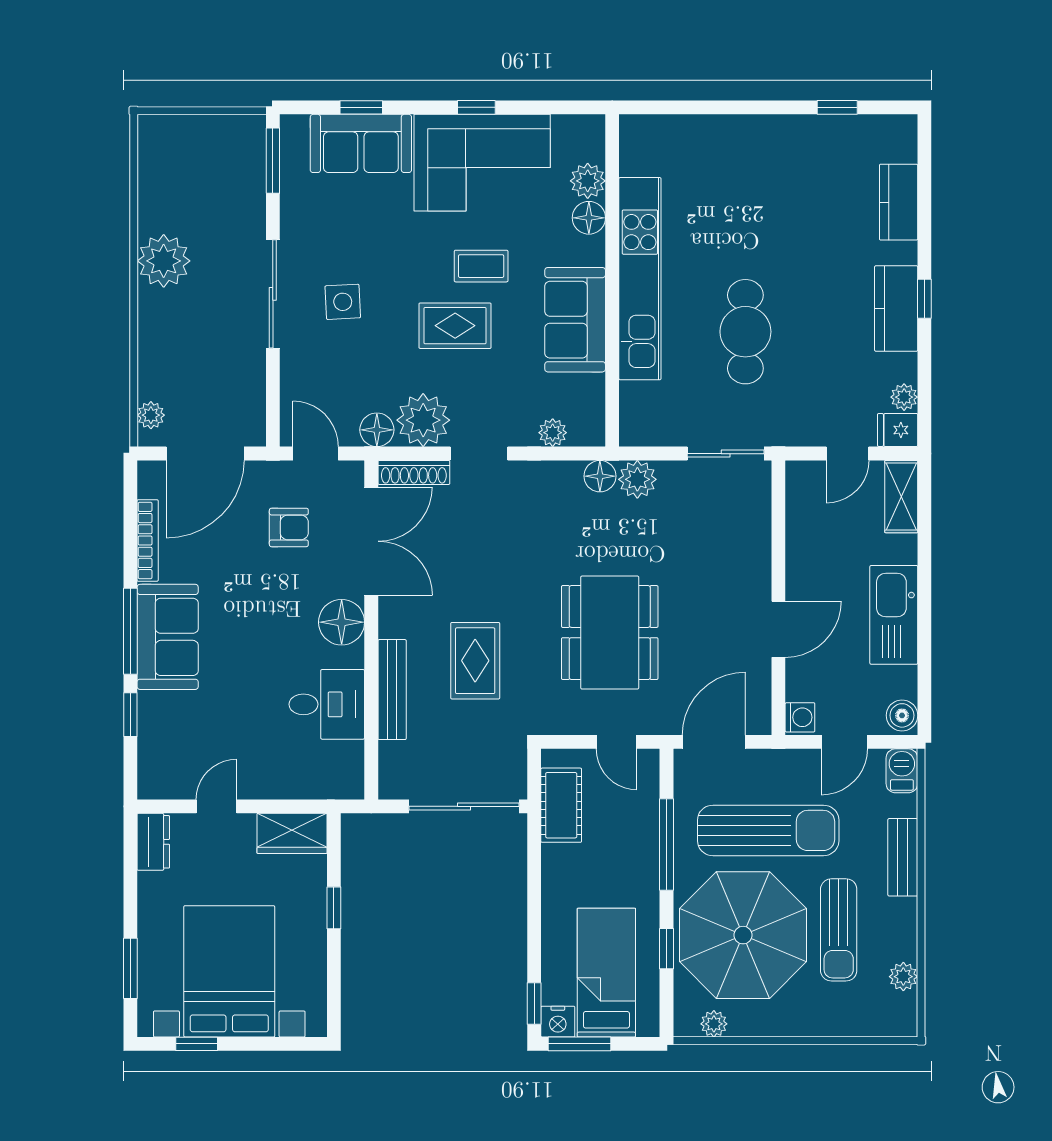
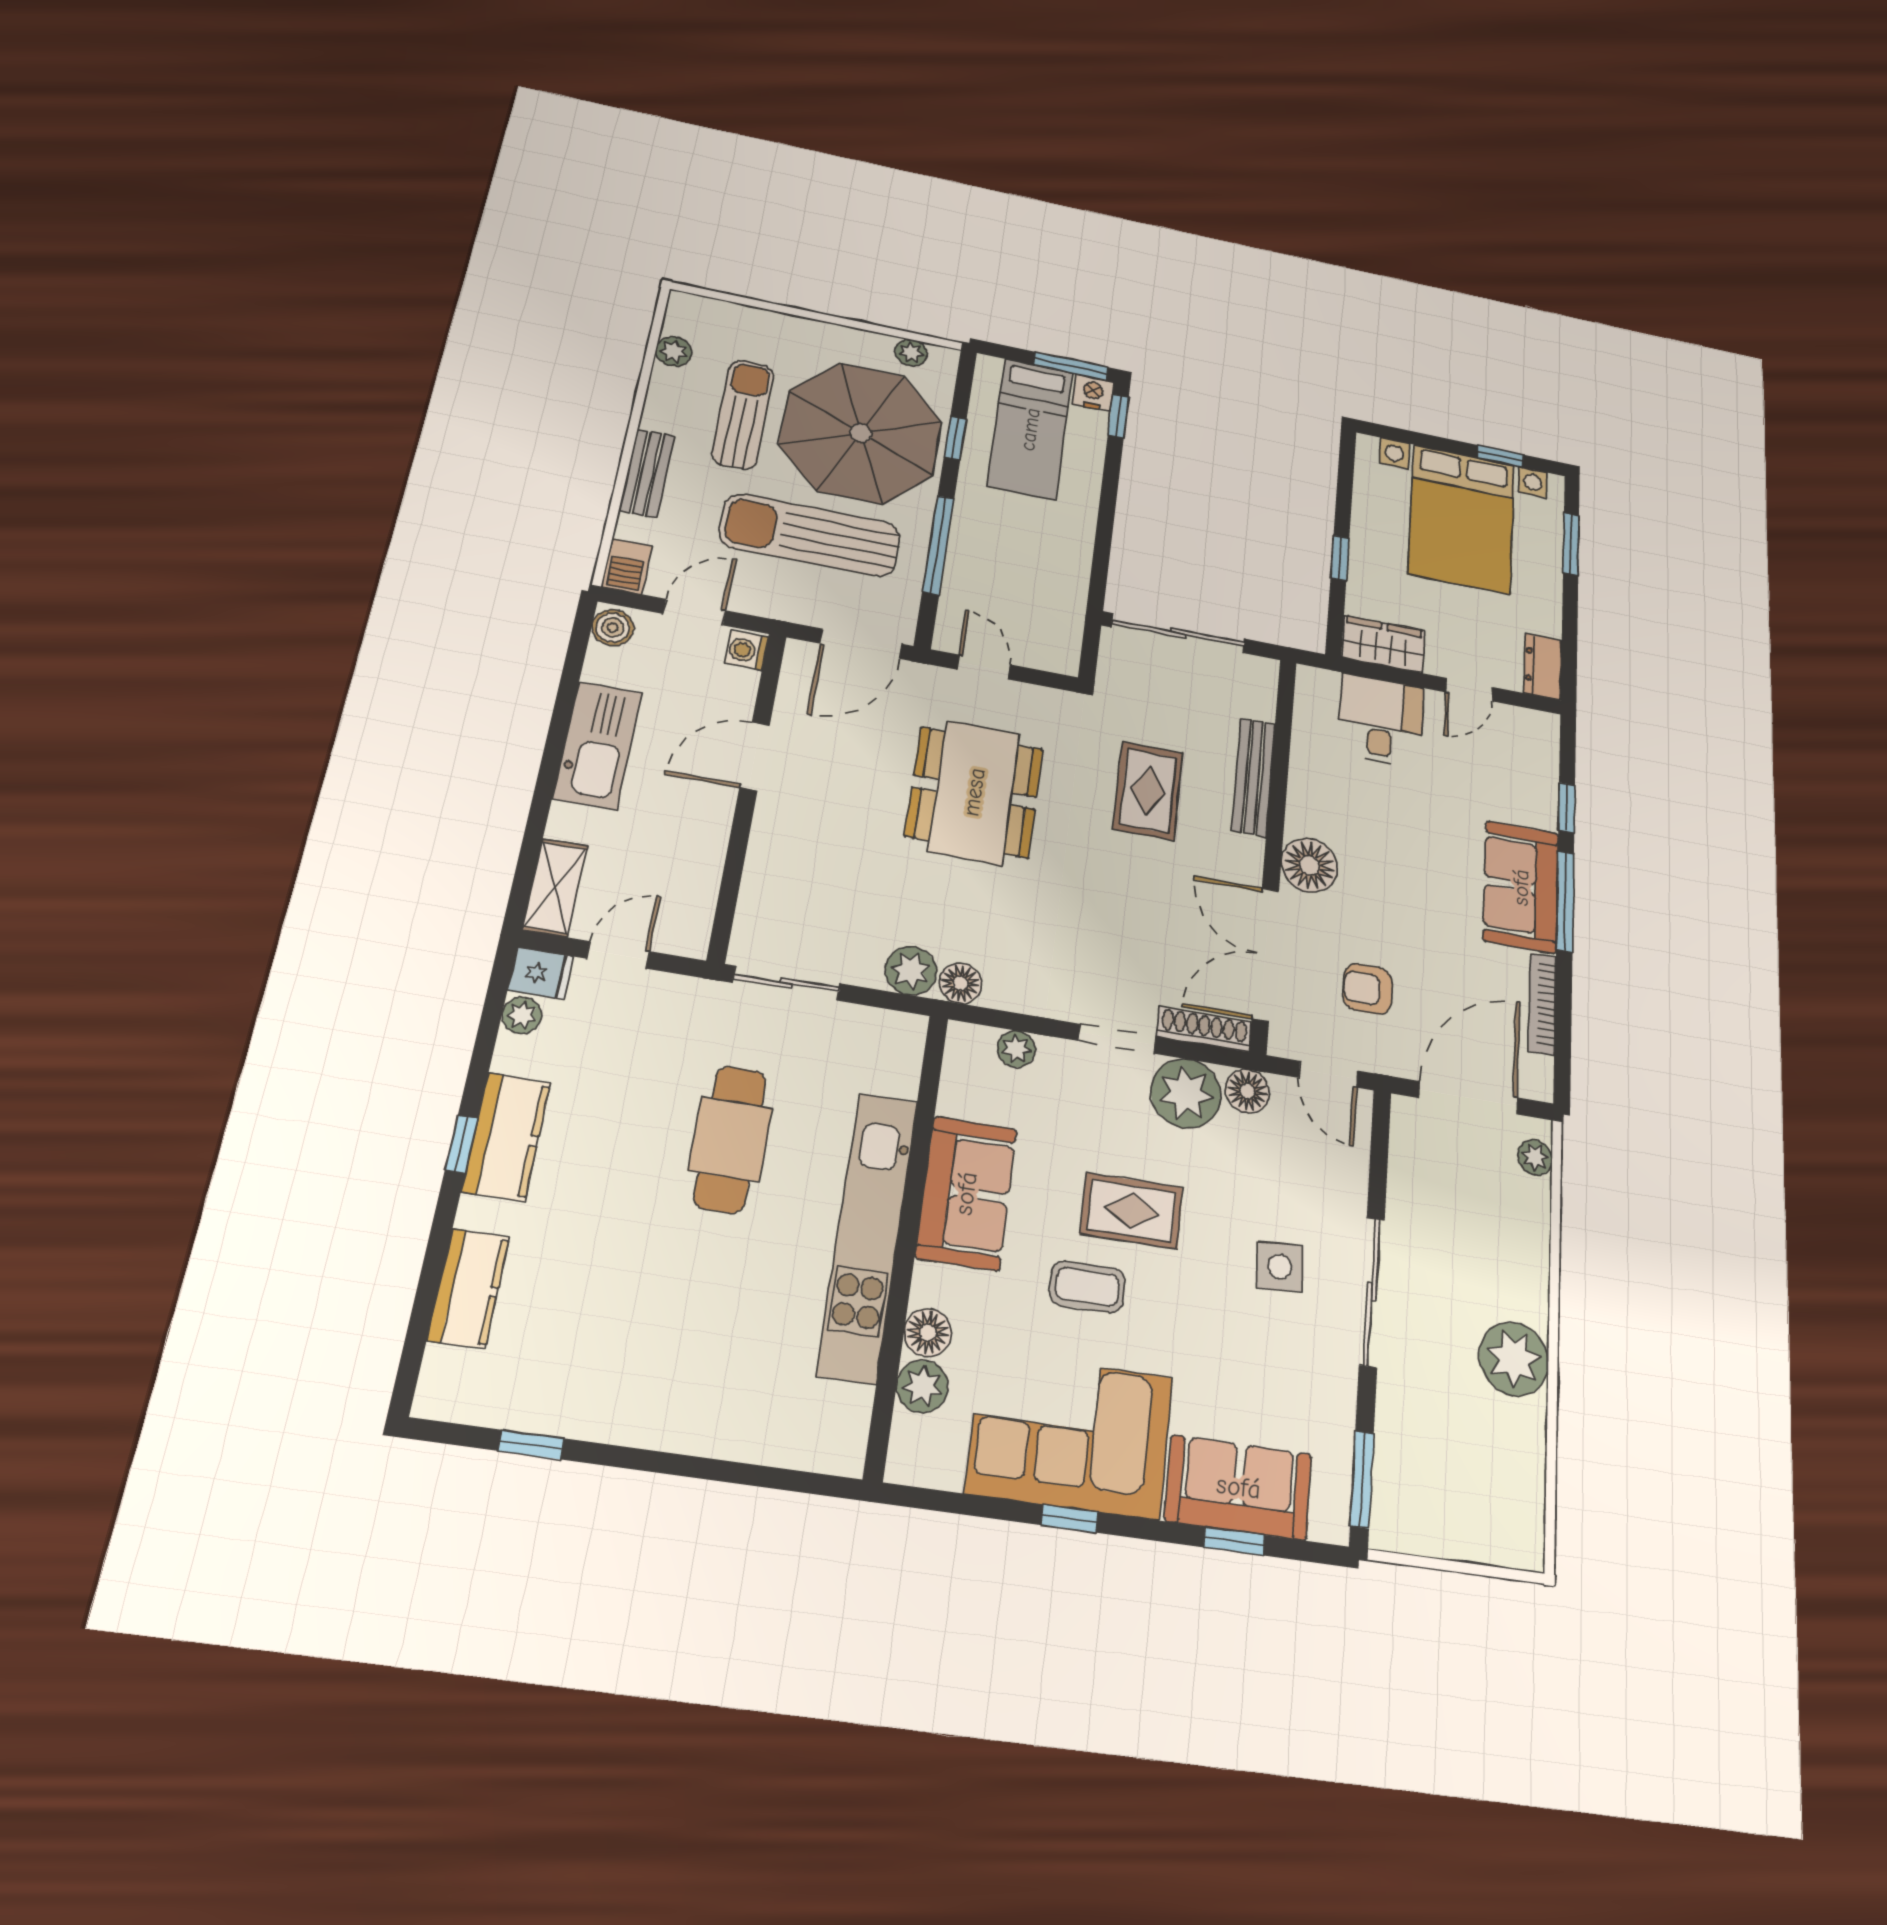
desk: (327, 704) -> (1380, 720), moved, turned 90
cot: (561, 805) -> (1061, 612), removed

